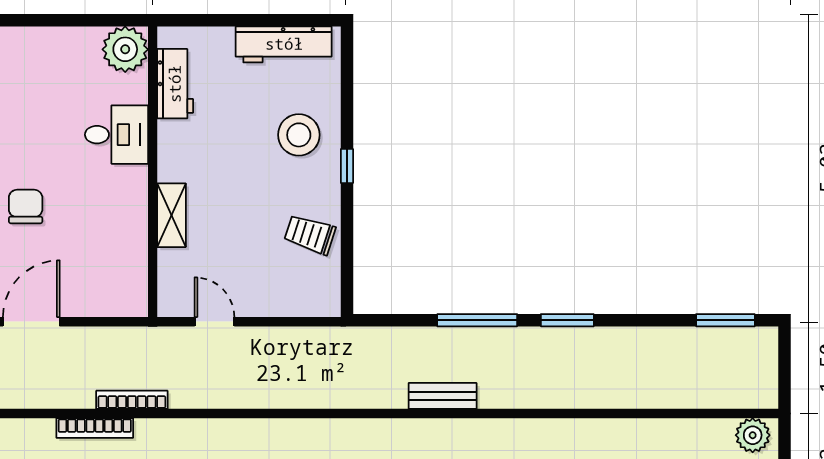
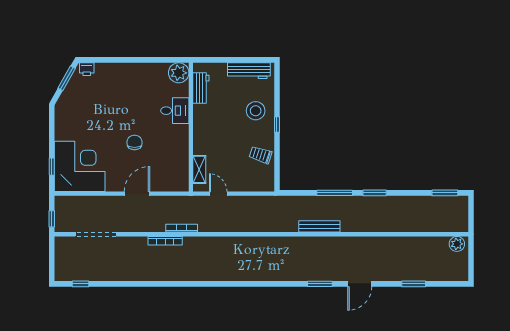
shelving: (172, 215) -> (199, 169), moved
bench: (443, 396) -> (319, 226), width x1.36

